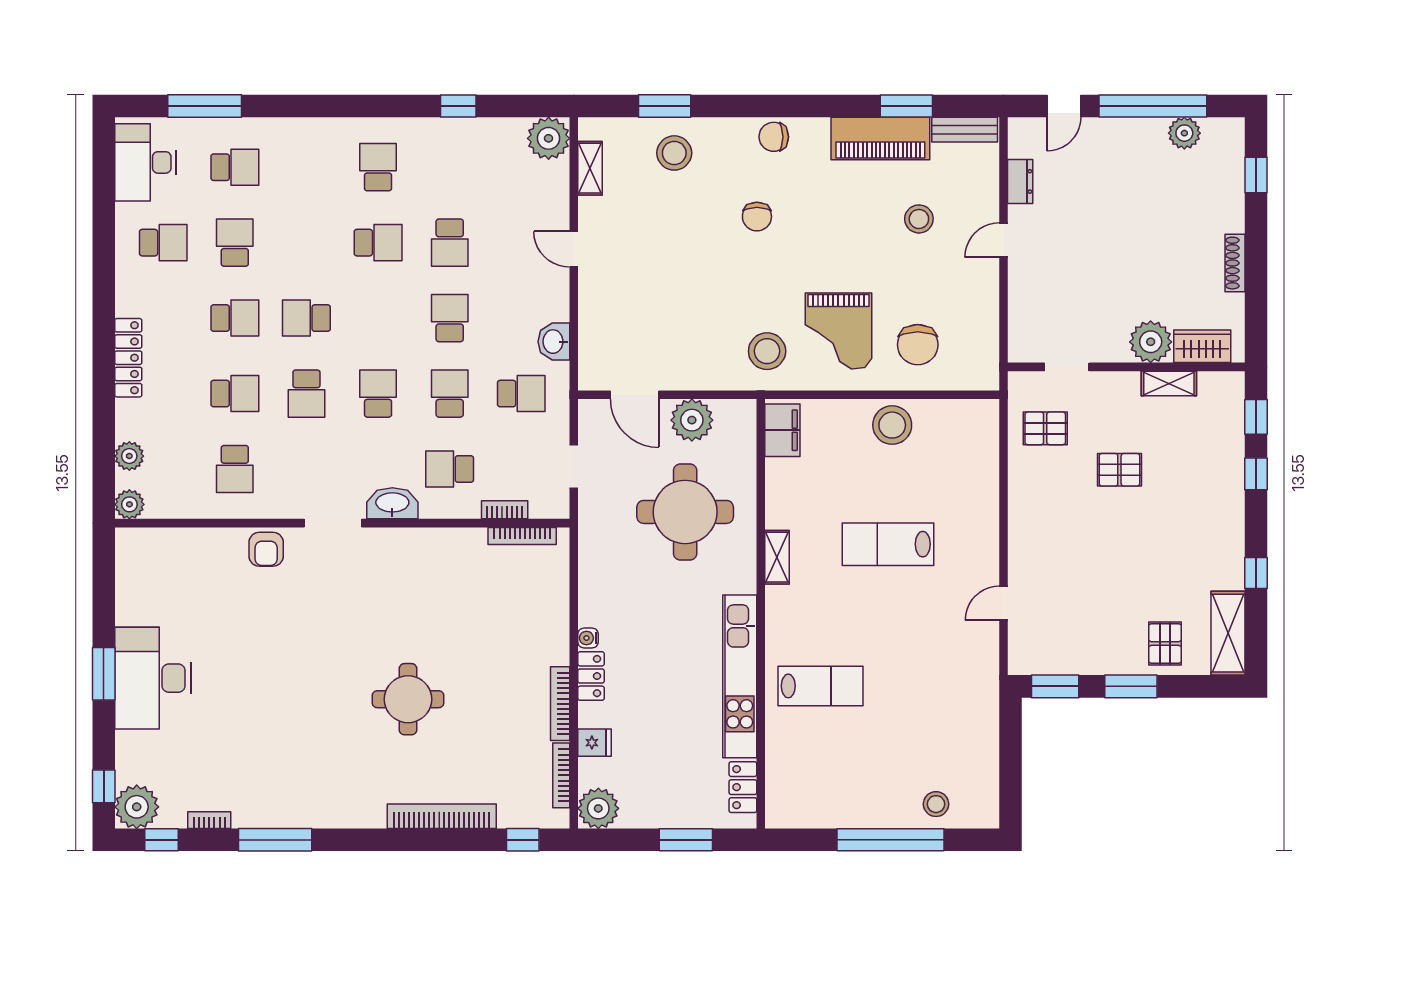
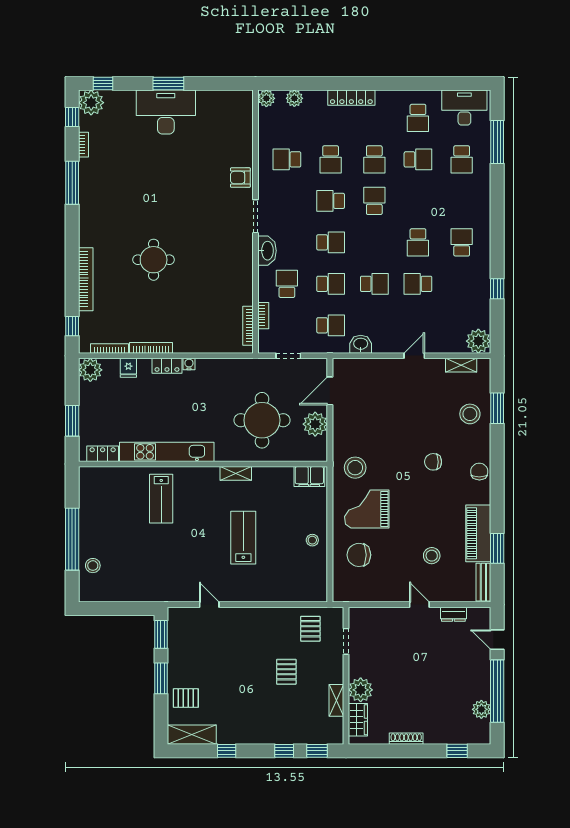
school desk: (378, 167) -> (462, 242), turned -90
school desk: (521, 394) -> (331, 325), turned -90
stool: (892, 425) -> (312, 540), width x0.53, depth x0.53

